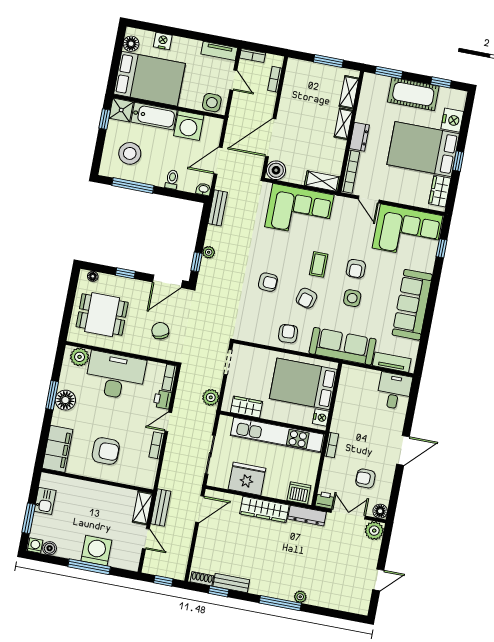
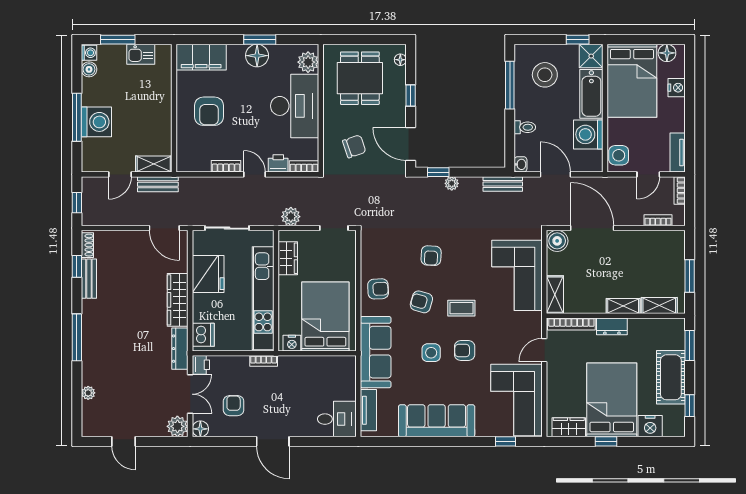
plant: (300, 597) -> (88, 393), moved

